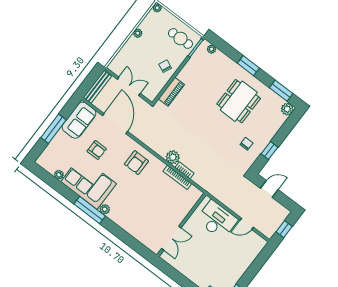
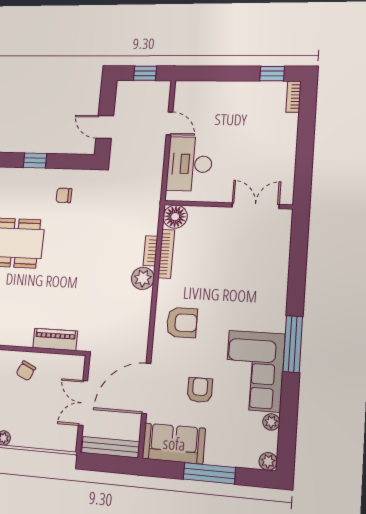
window: (269, 150) -> (35, 161), moved
floor lamp: (194, 194) -> (175, 217), added
plant: (105, 209) -> (268, 461), moved

